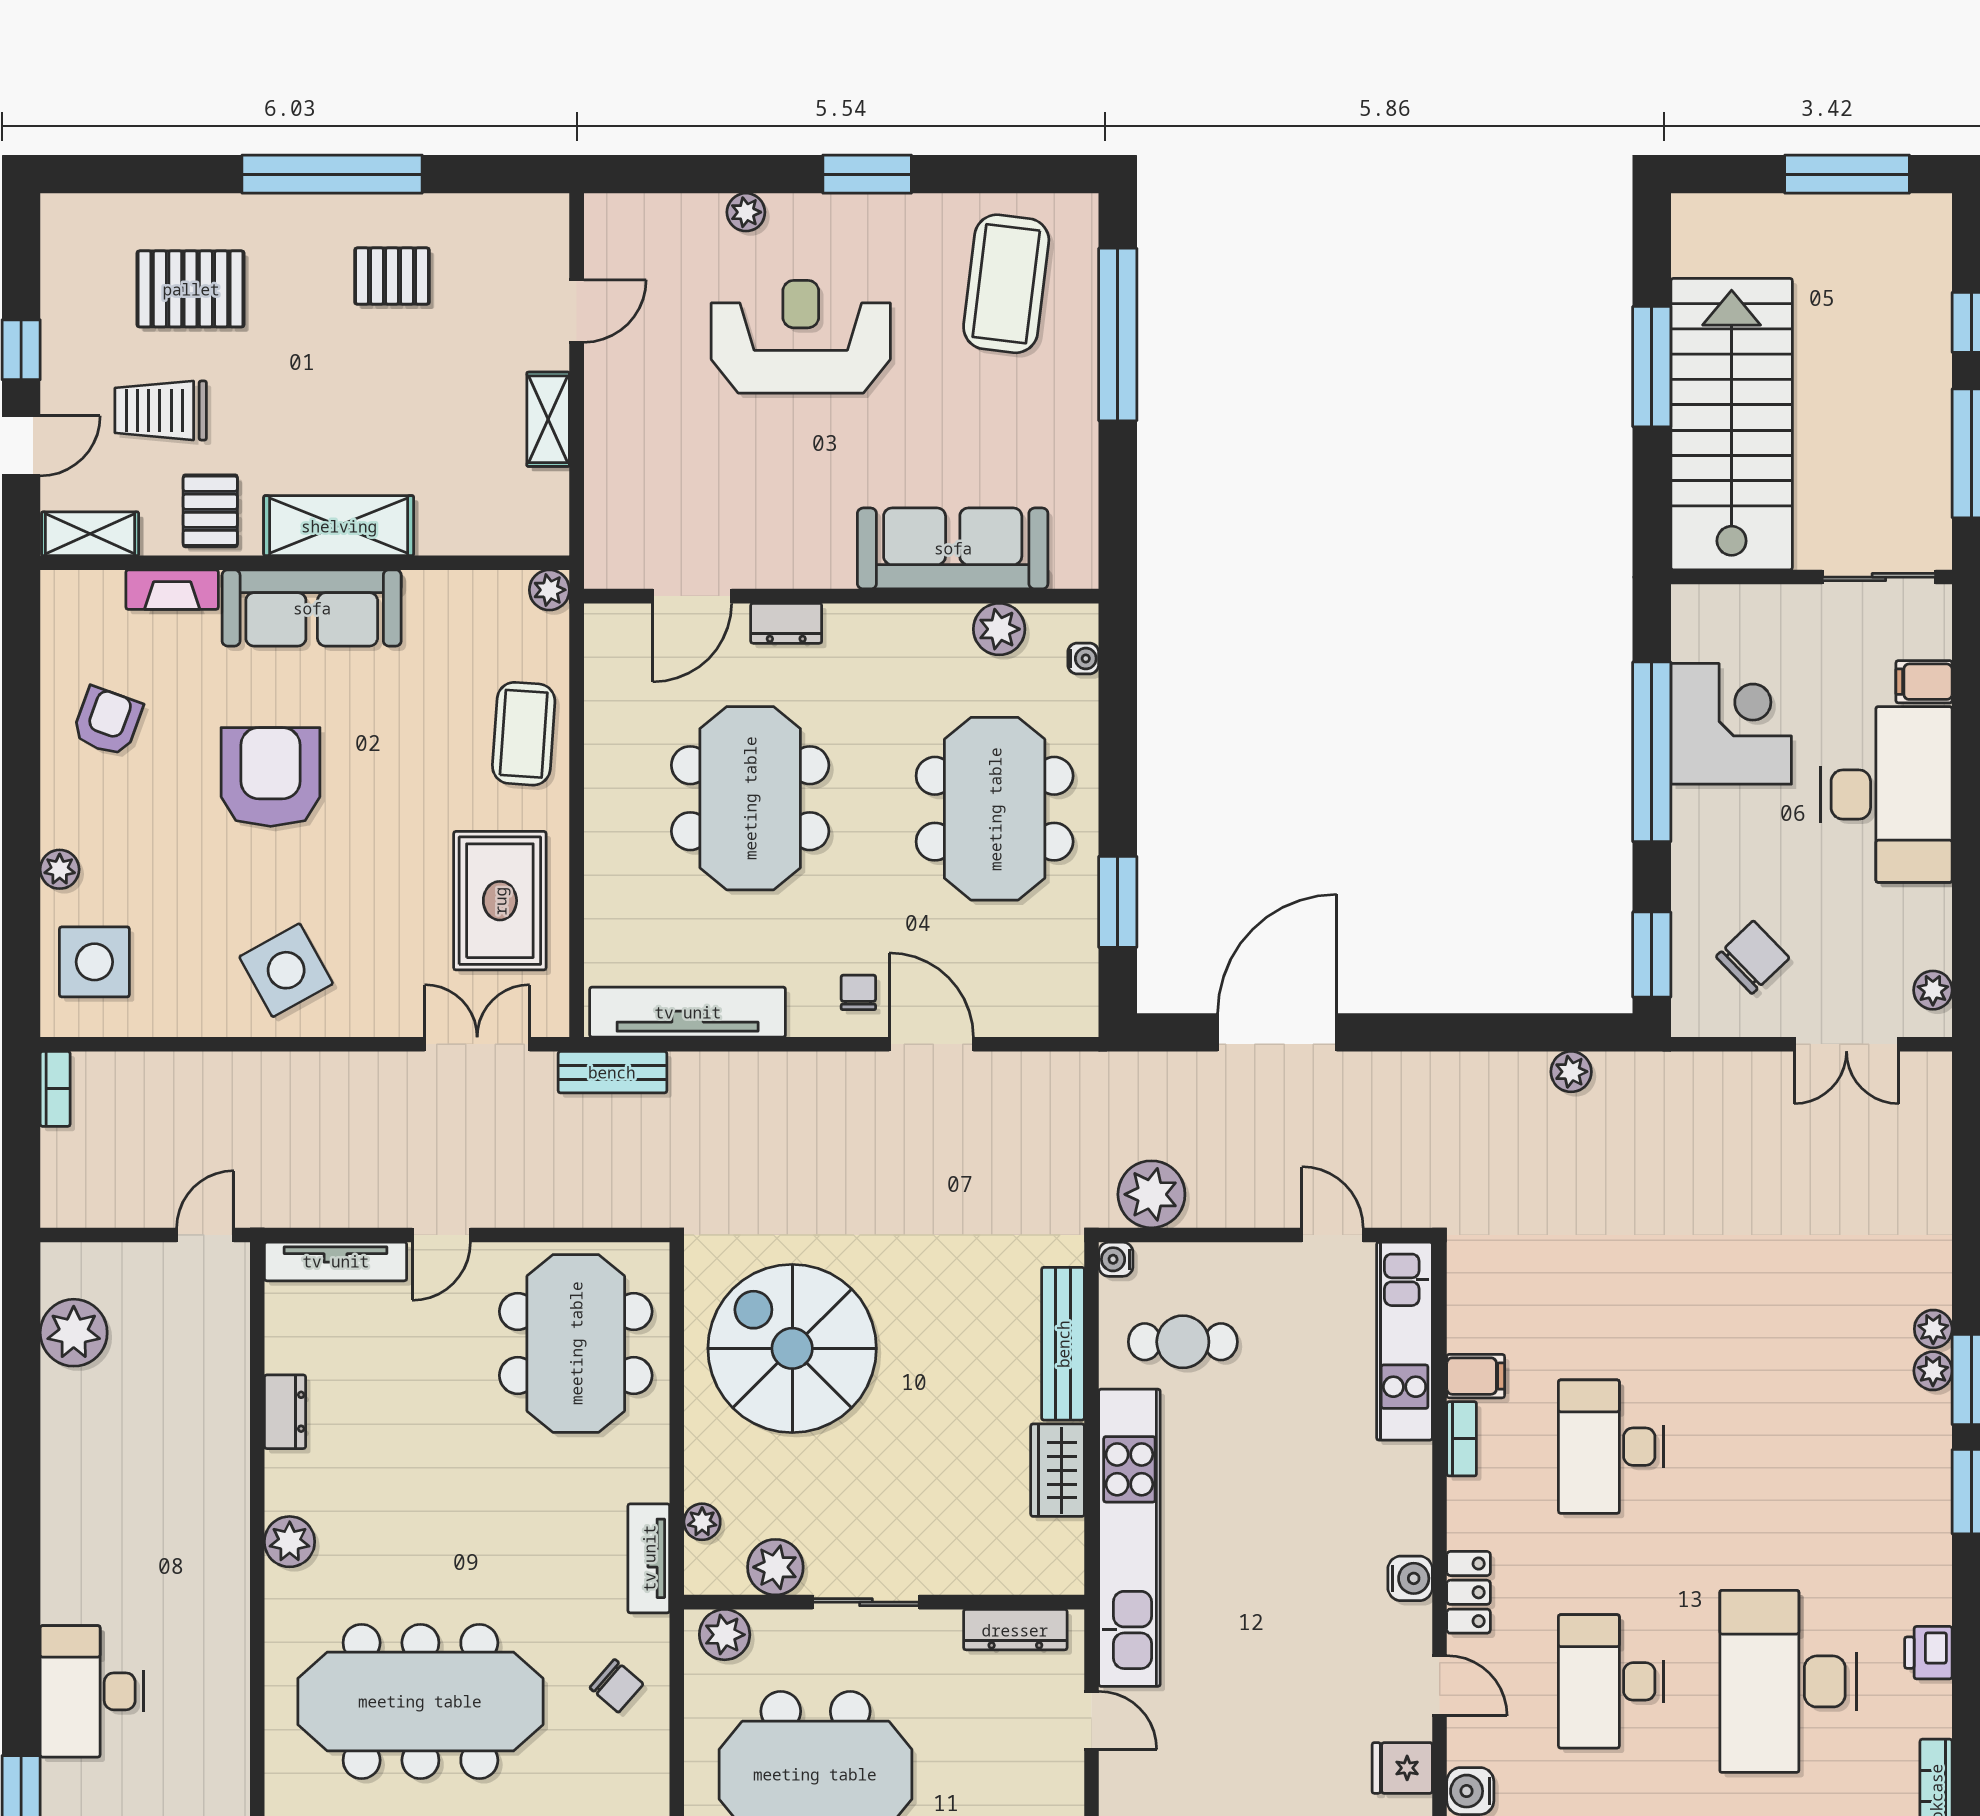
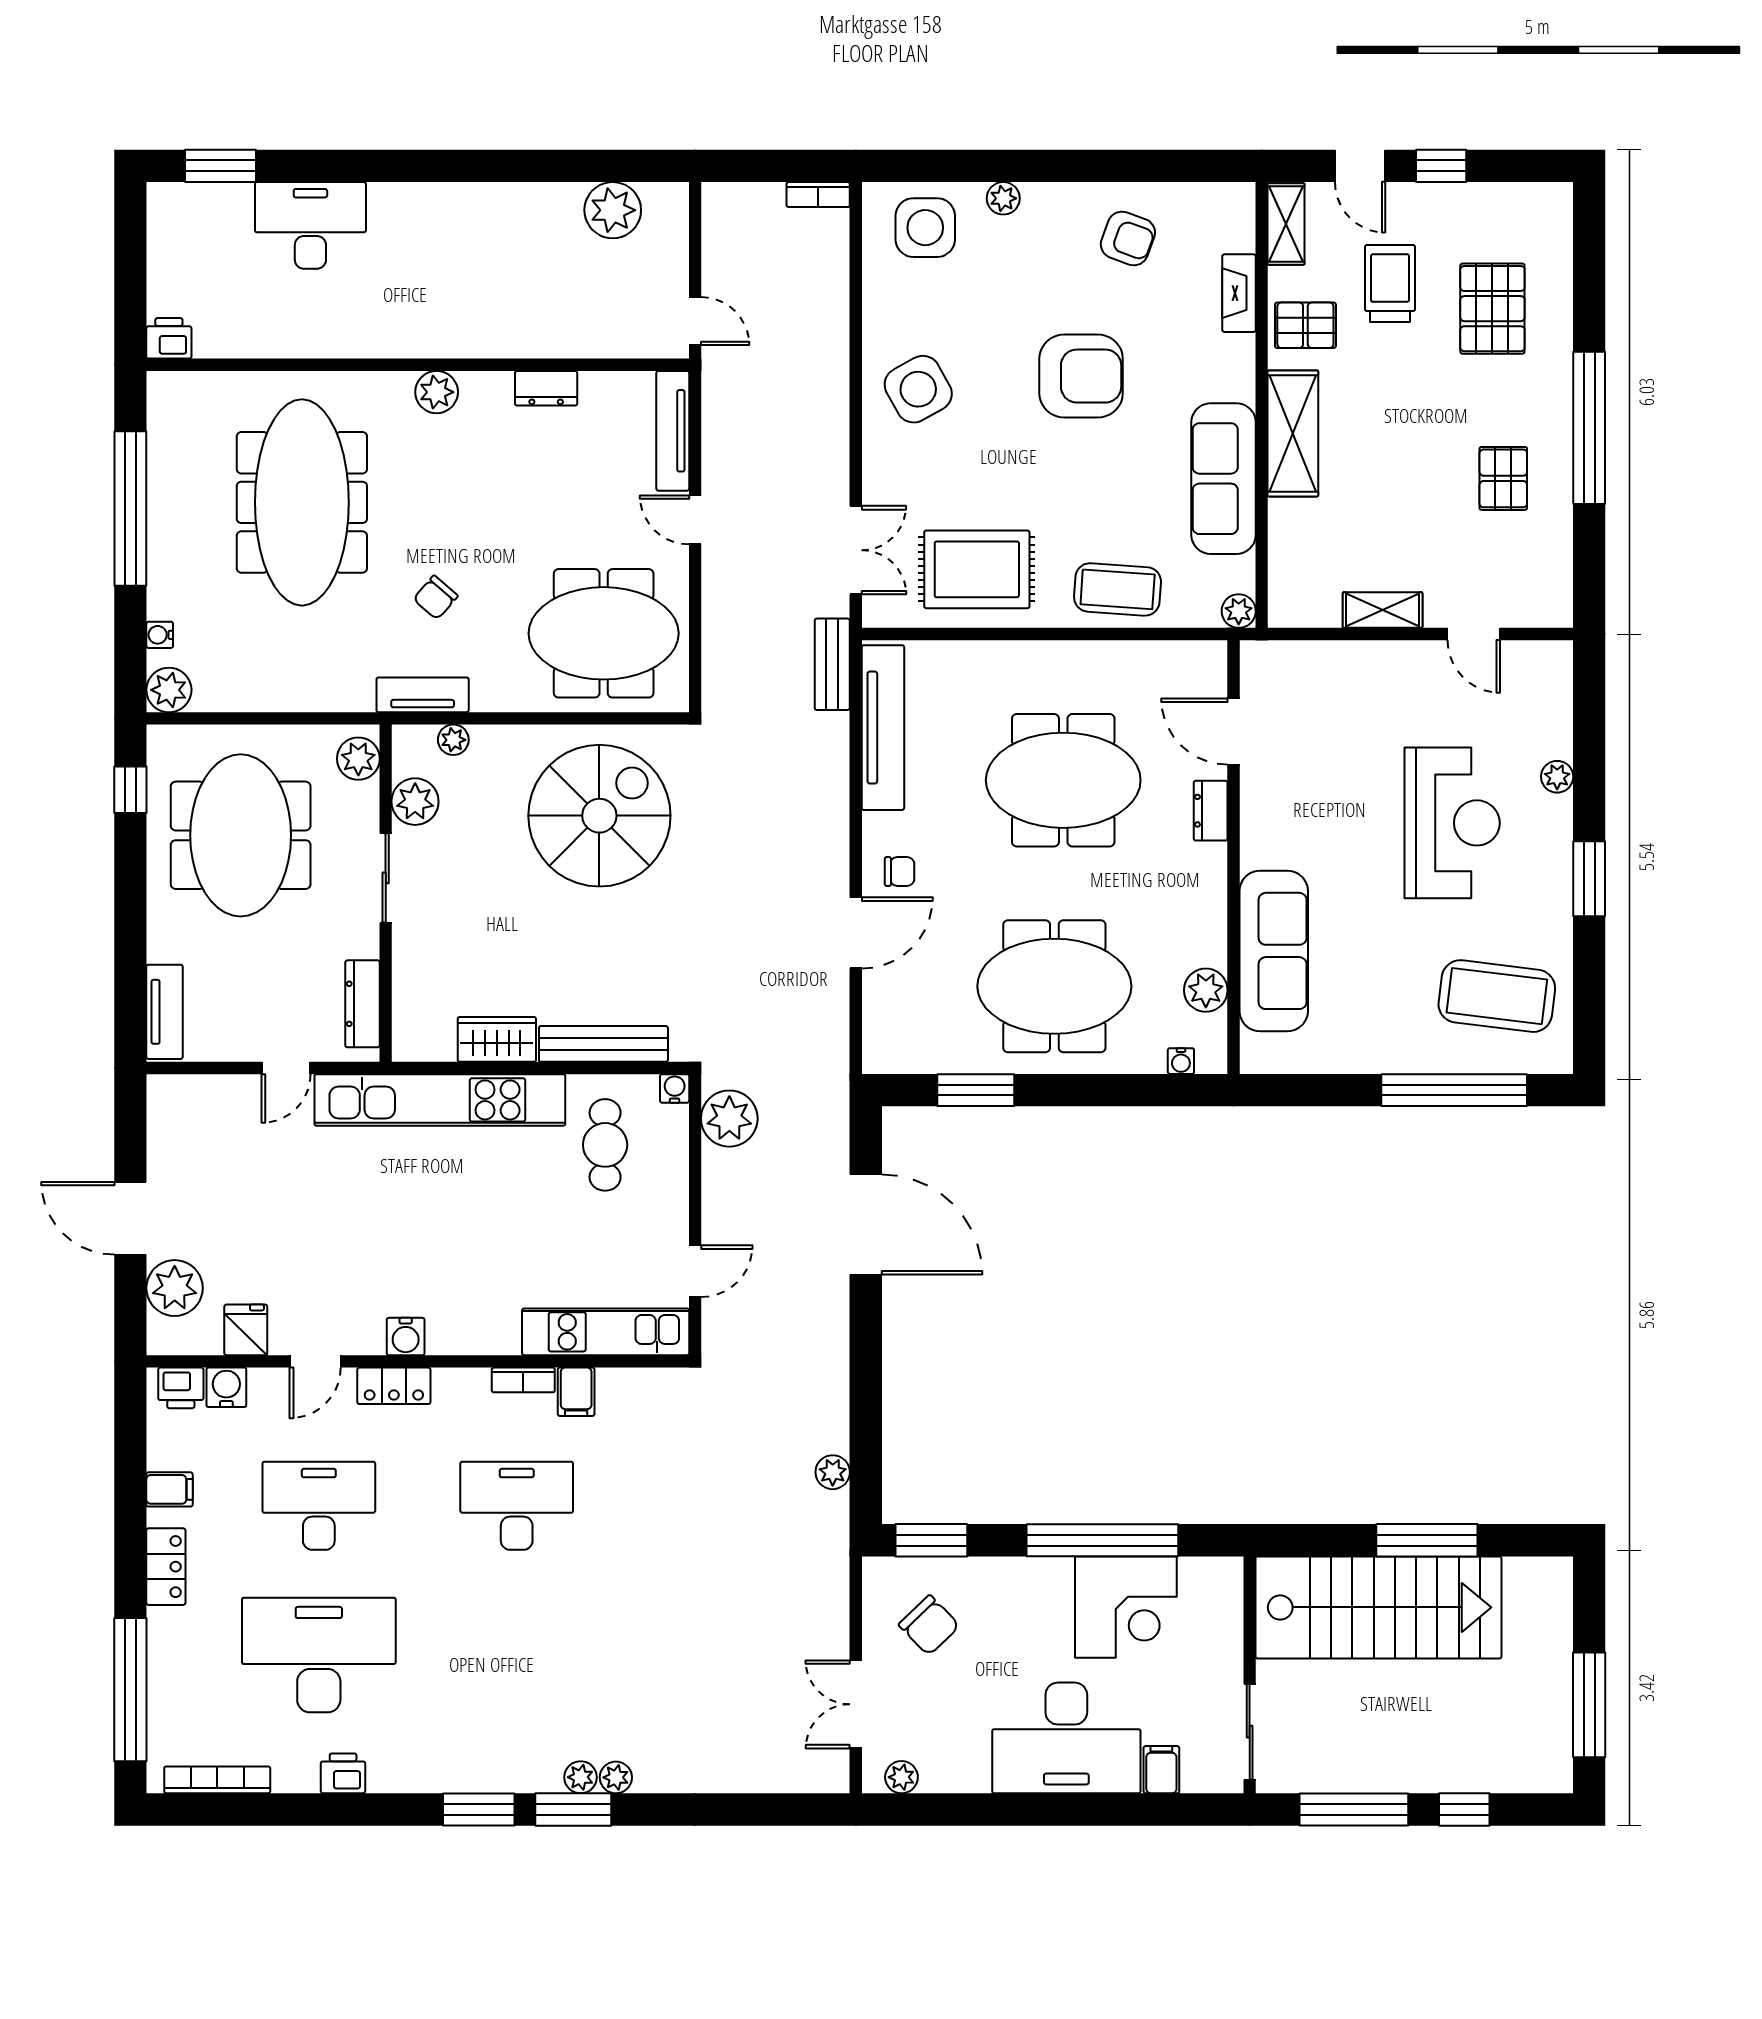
sofa: (312, 608) -> (1224, 479), moved
chair: (616, 1686) -> (436, 597), moved

